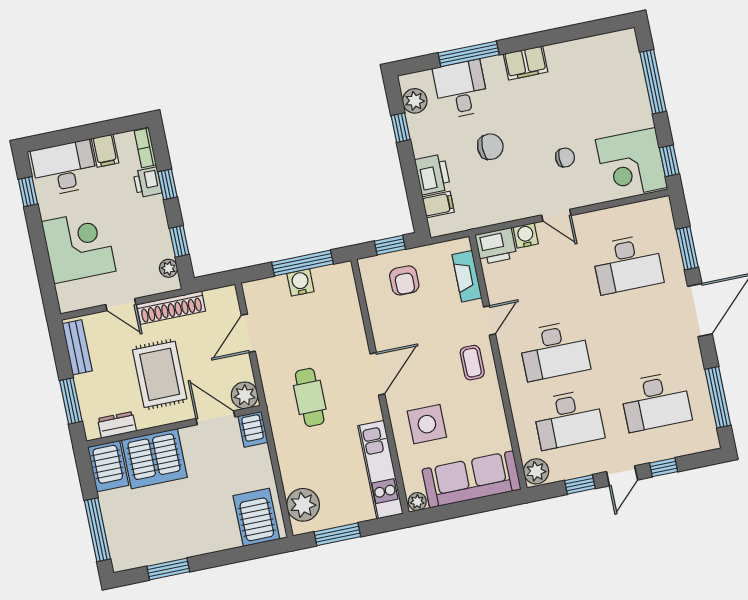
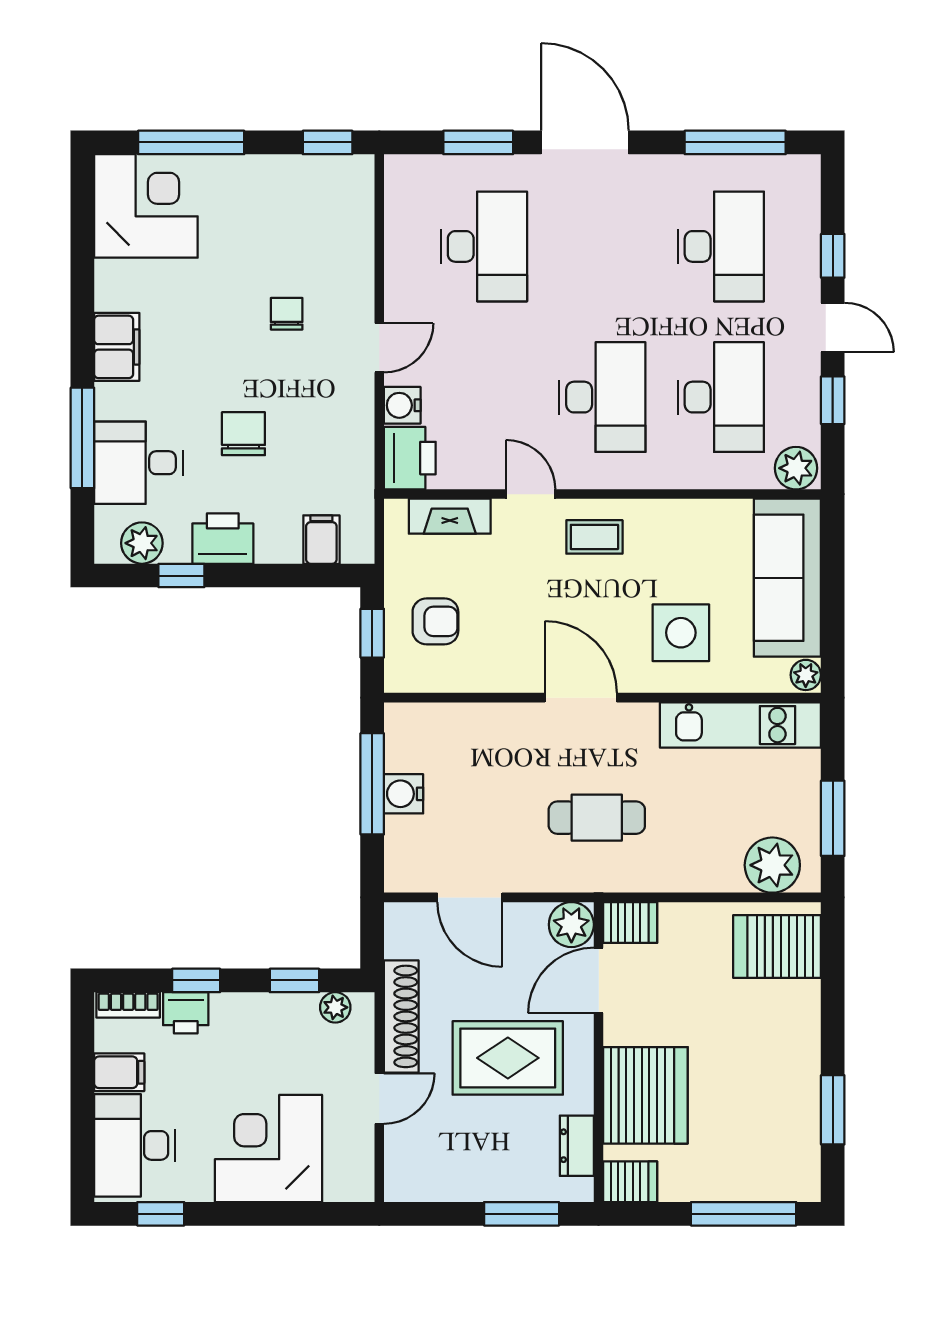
corner desk: (631, 164) -> (146, 206), moved, turned -90
printer: (433, 174) -> (223, 539), moved
bench: (77, 347) -> (435, 1185), removed
server rack: (108, 466) -> (630, 1182), width x0.73, depth x0.70

